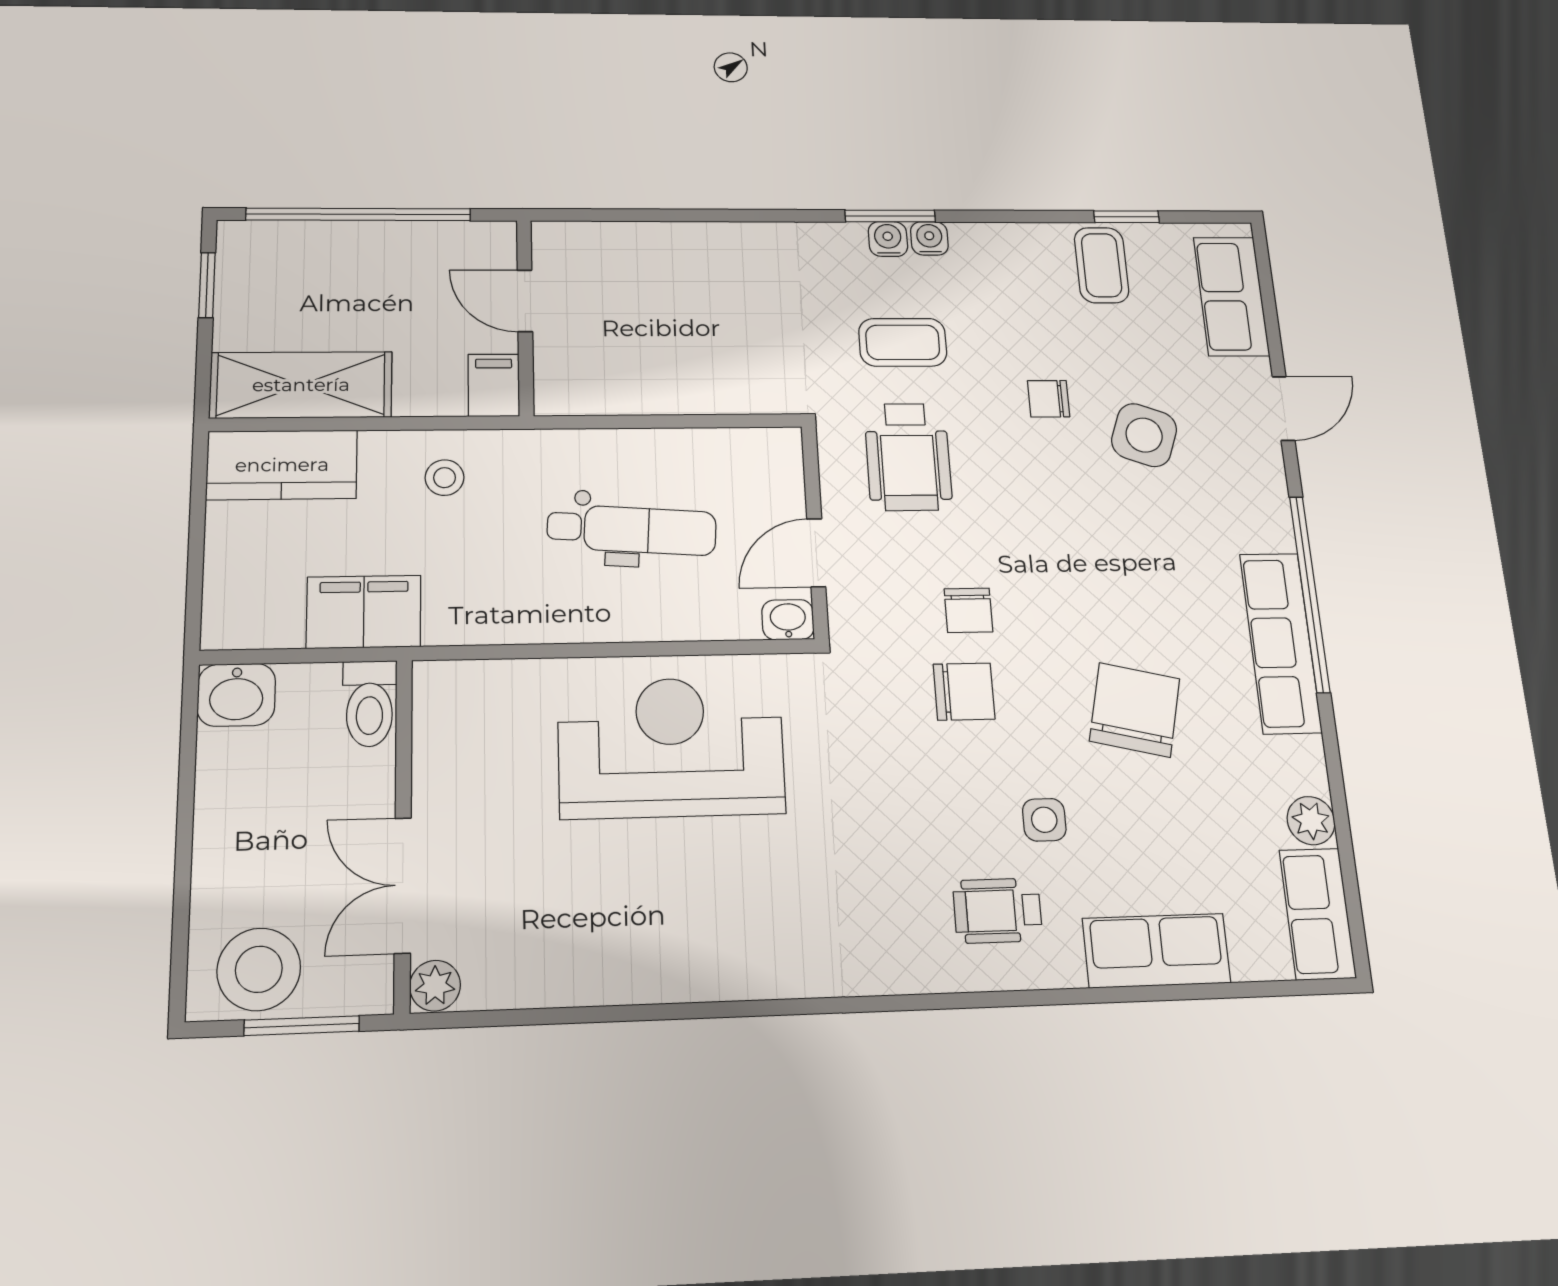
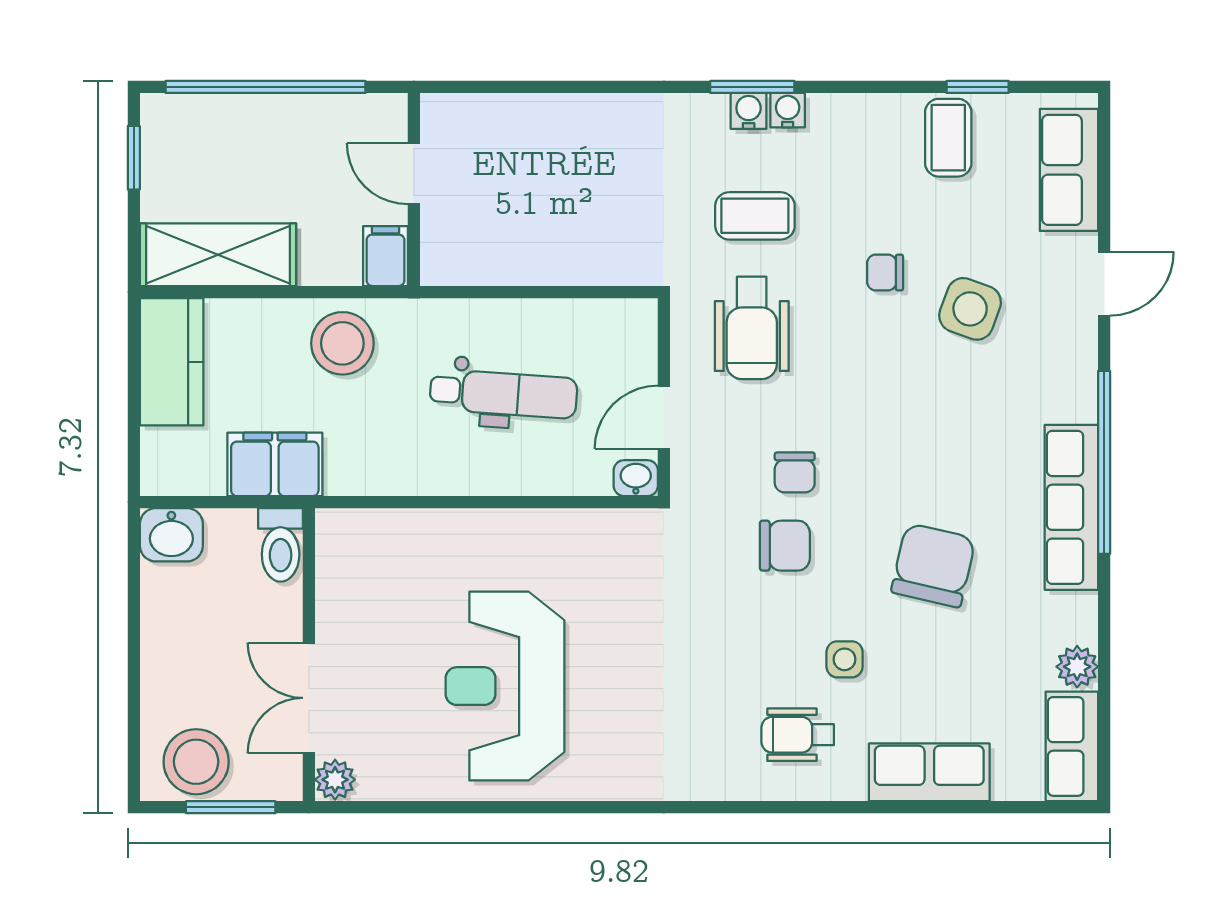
kitchen counter: (282, 465) -> (172, 362), moved, turned -90
stool: (445, 478) -> (342, 343), width x1.89, depth x1.89
reception desk: (671, 747) -> (505, 686), moved, turned -90

